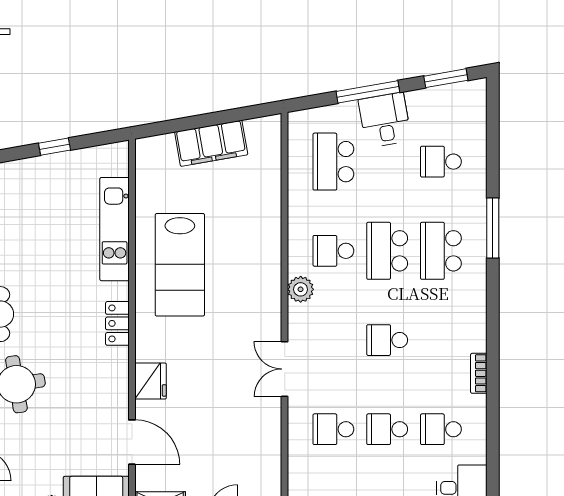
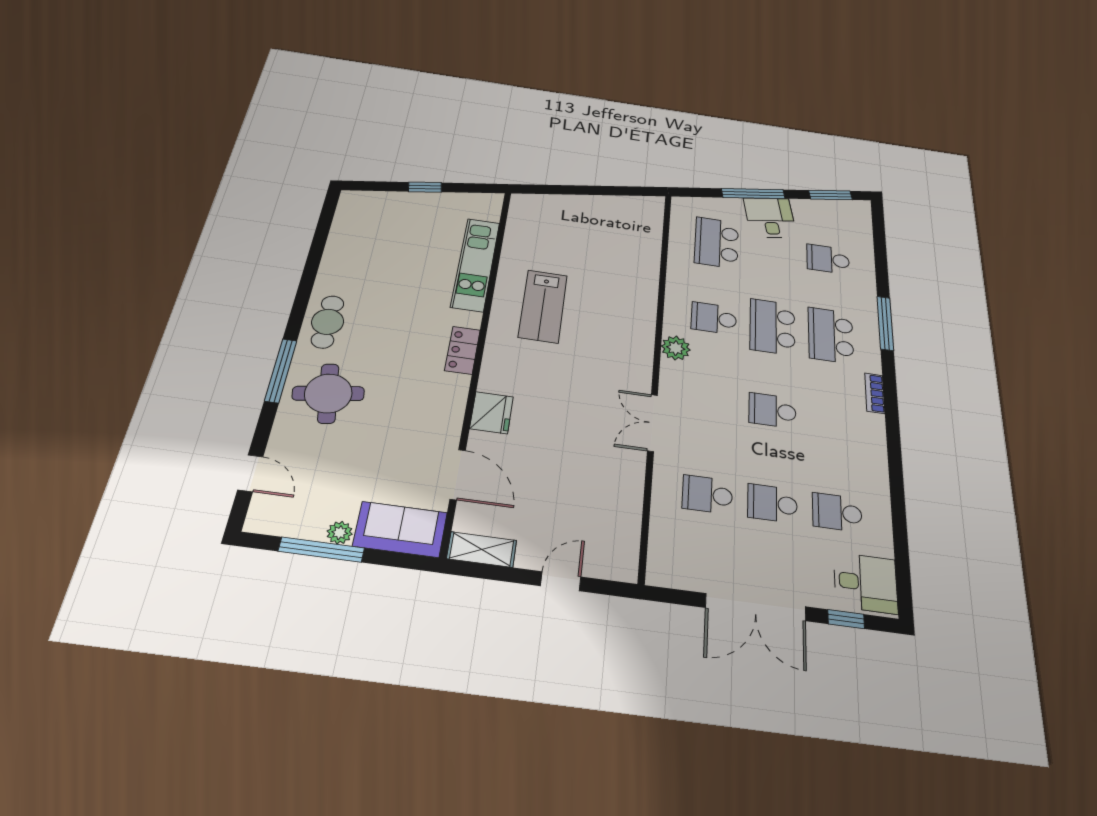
filing cabinet: (211, 143) -> (590, 209), removed
lab bench: (180, 265) -> (543, 306), width x0.73, depth x0.72
bookcase: (479, 373) -> (875, 393), moved

